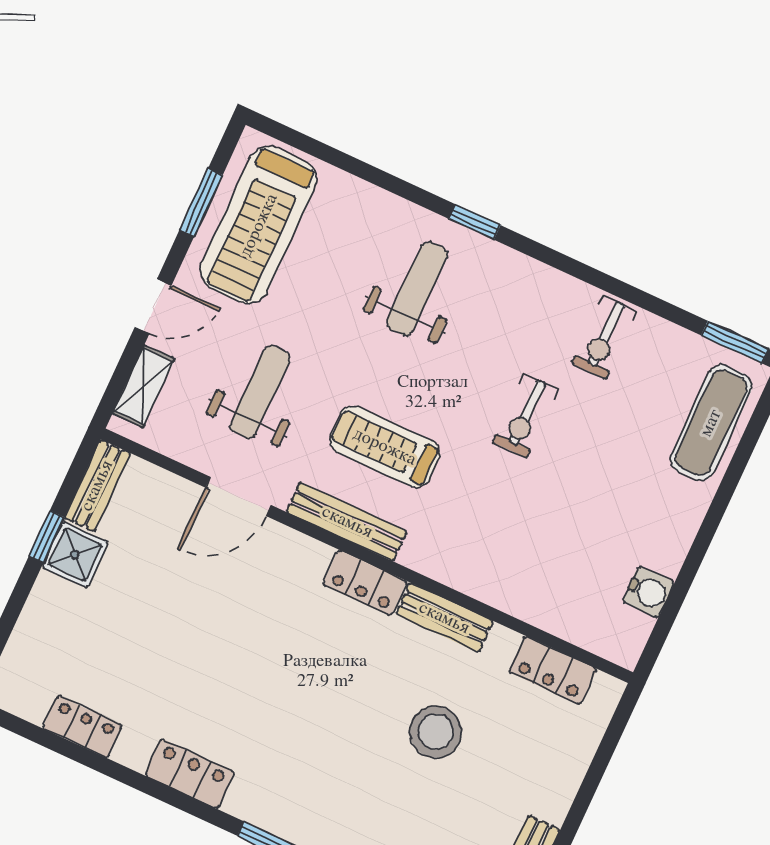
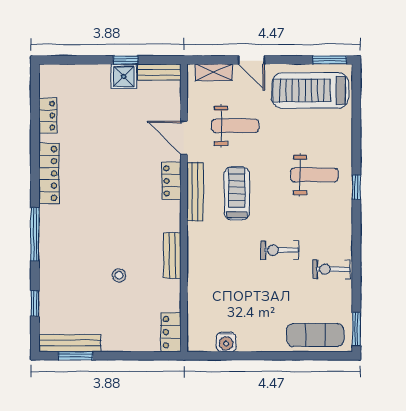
window: (201, 202) -> (330, 60), moved
locker: (365, 583) -> (171, 181), moved
locker: (553, 670) -> (171, 332), moved
stool: (436, 732) -> (119, 275), width x0.53, depth x0.53
locker: (190, 774) -> (49, 173), width x1.53

